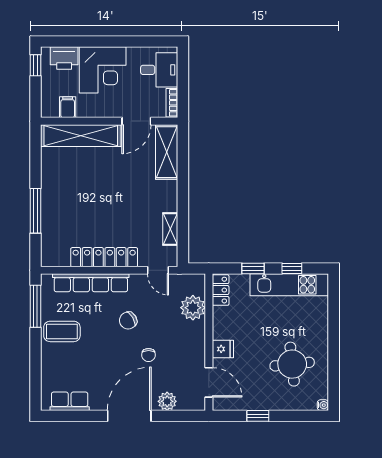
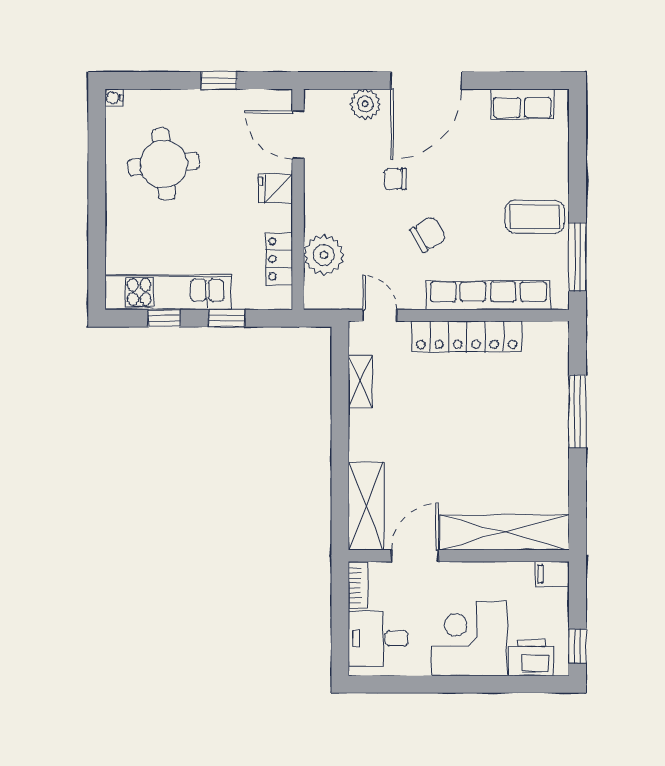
filing cabinet: (68, 107) -> (552, 574), moved, turned 90
locker: (221, 290) -> (279, 259), moved
chair: (149, 355) -> (395, 179), turned -90

